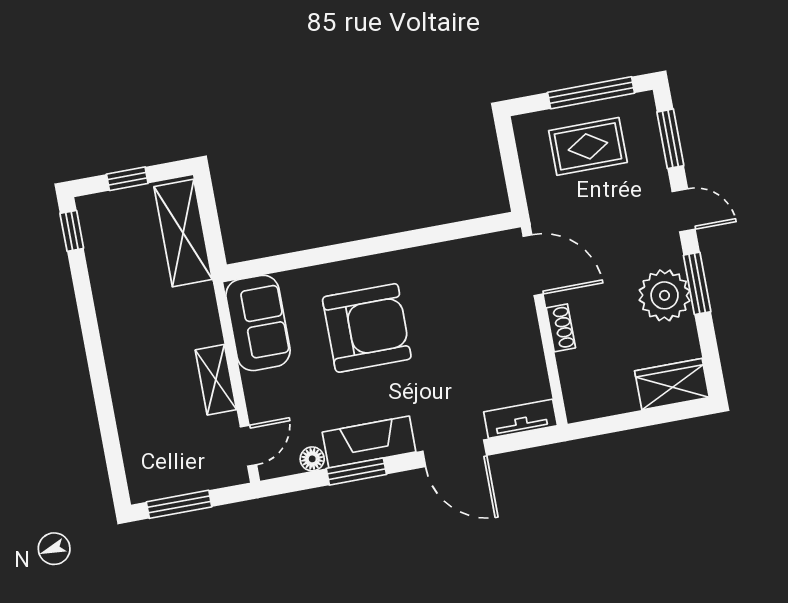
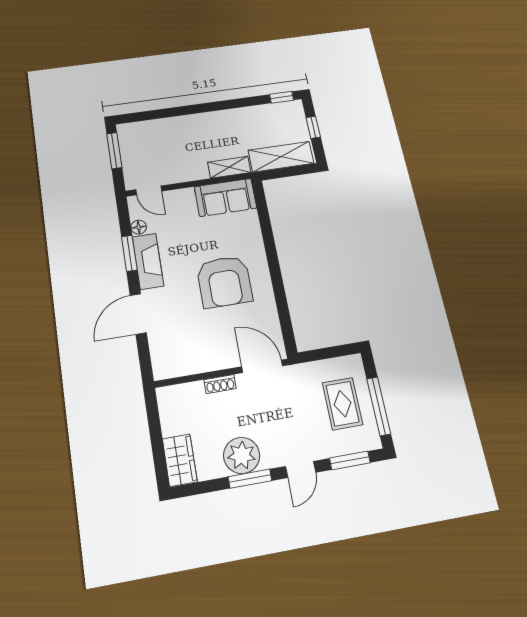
door: (533, 265) -> (262, 366), swing flipped
armchair: (367, 328) -> (224, 282), moved
shelving: (216, 380) -> (229, 167), moved
tv unit: (521, 419) -> (159, 357), removed

